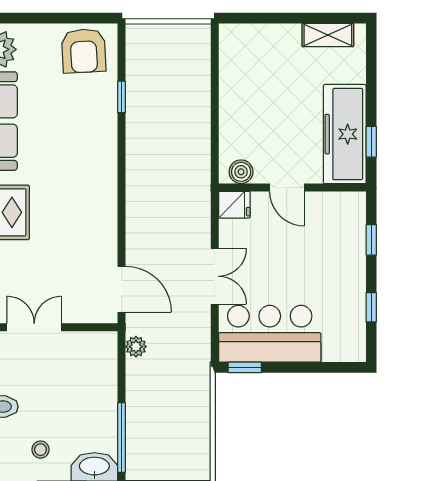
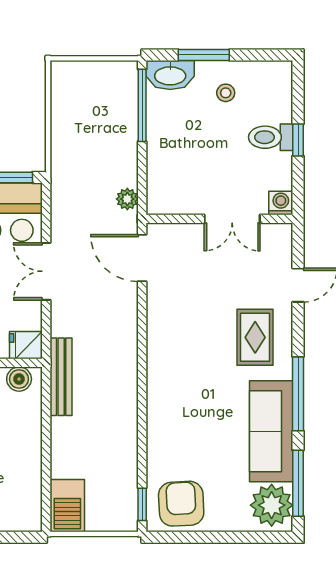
barbecue: (194, 49) -> (67, 506), added
window: (122, 97) -> (142, 504), moved
bench: (200, 174) -> (61, 377), added

